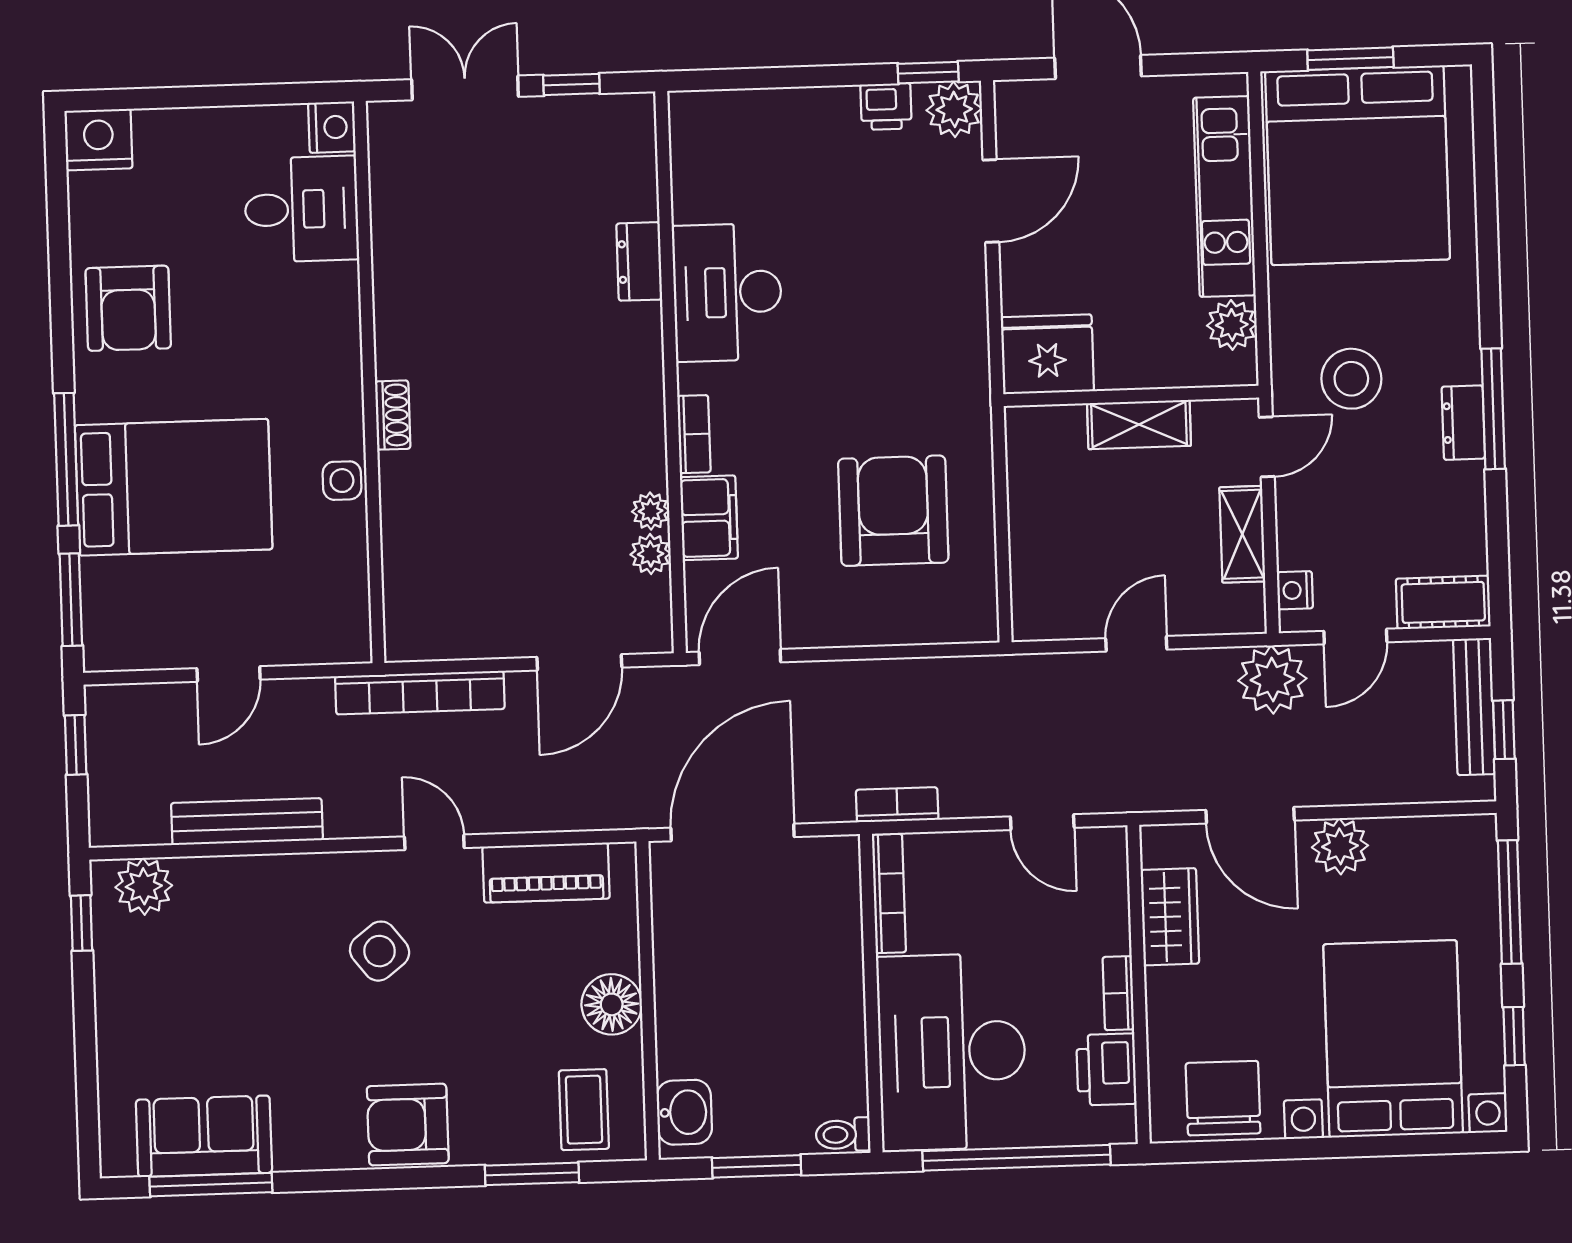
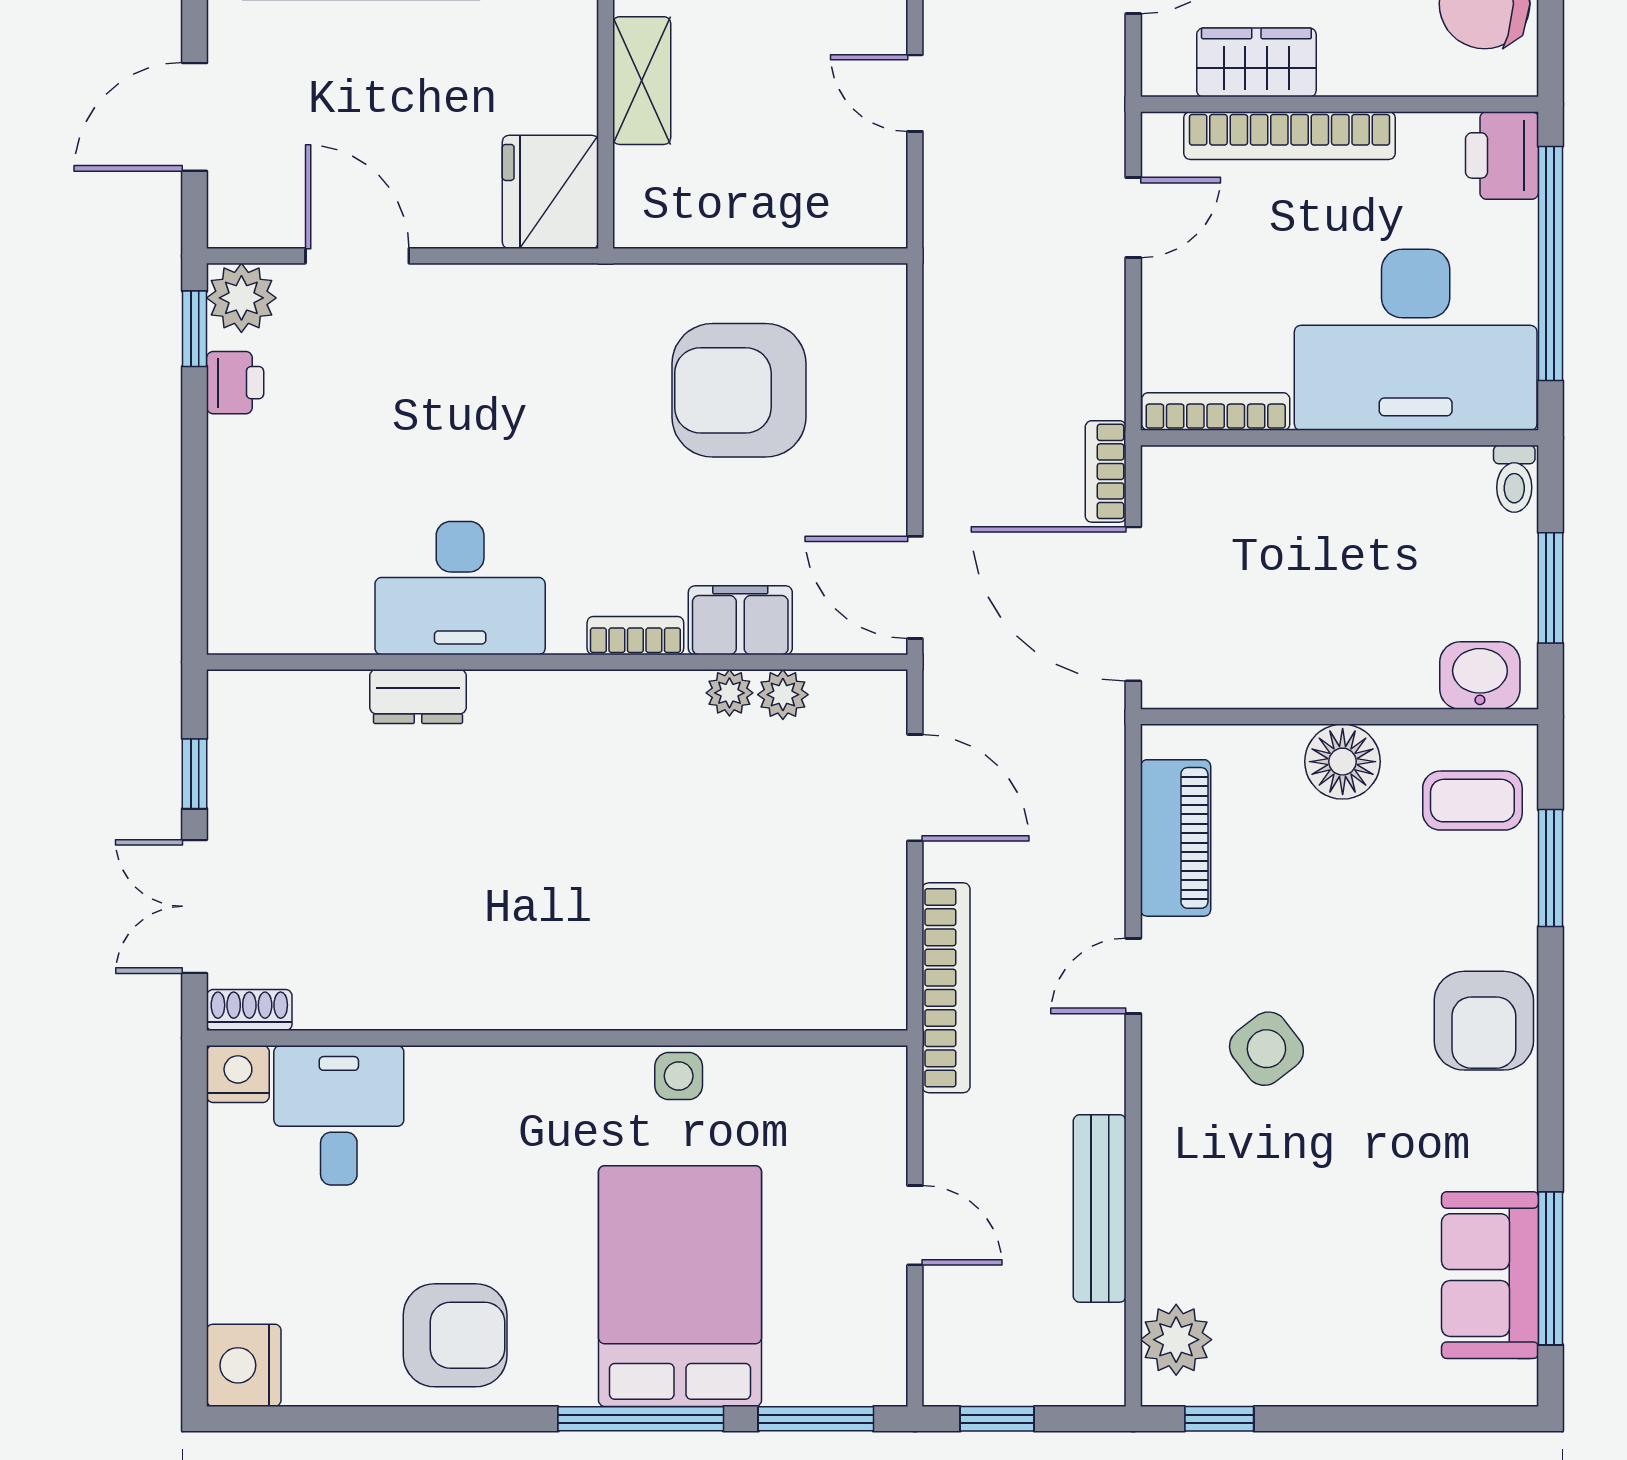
shoe rack: (393, 415) -> (249, 1010), moved
bookcase: (897, 805) -> (1106, 471), moved
bookcase: (1118, 993) -> (1290, 136), width x2.31, depth x1.31
printer: (1106, 1069) -> (1502, 155), moved, turned 90

